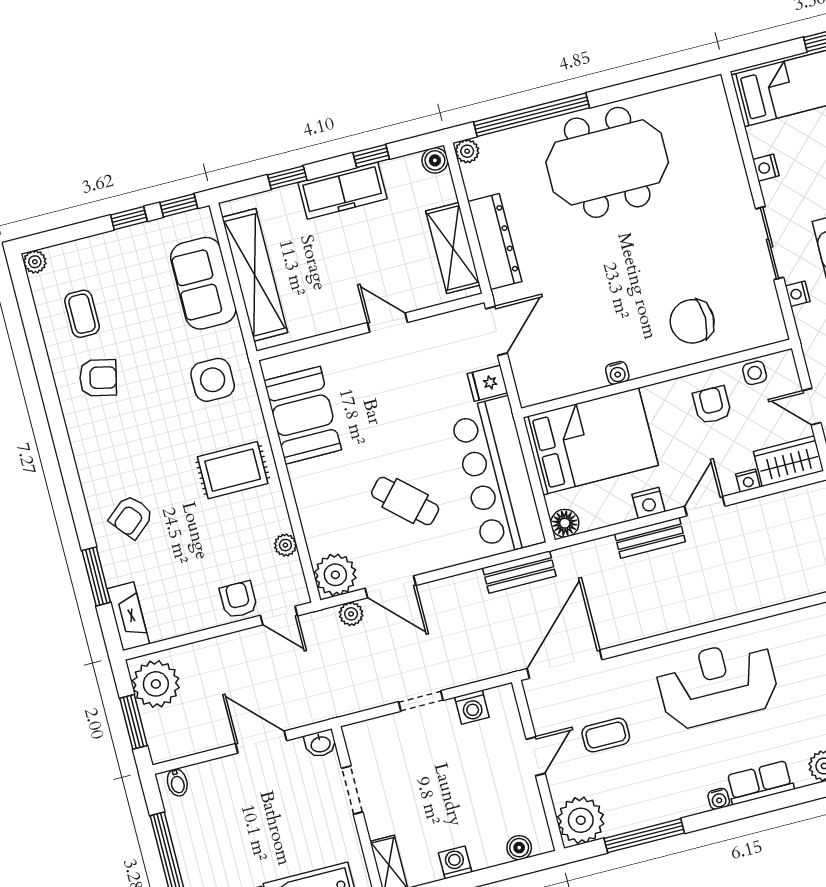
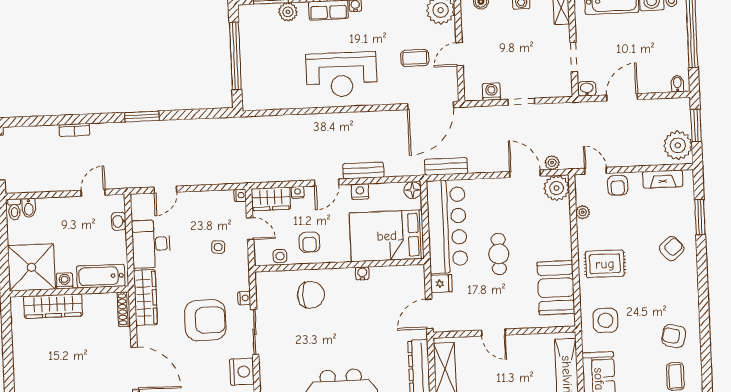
nightstand: (766, 168) -> (242, 372), width x1.89, depth x1.79
cafe table: (405, 501) -> (499, 254), moved, turned 48
fireplace: (128, 616) -> (663, 179), moved, turned -90
door: (261, 742) -> (622, 97), swing flipped

